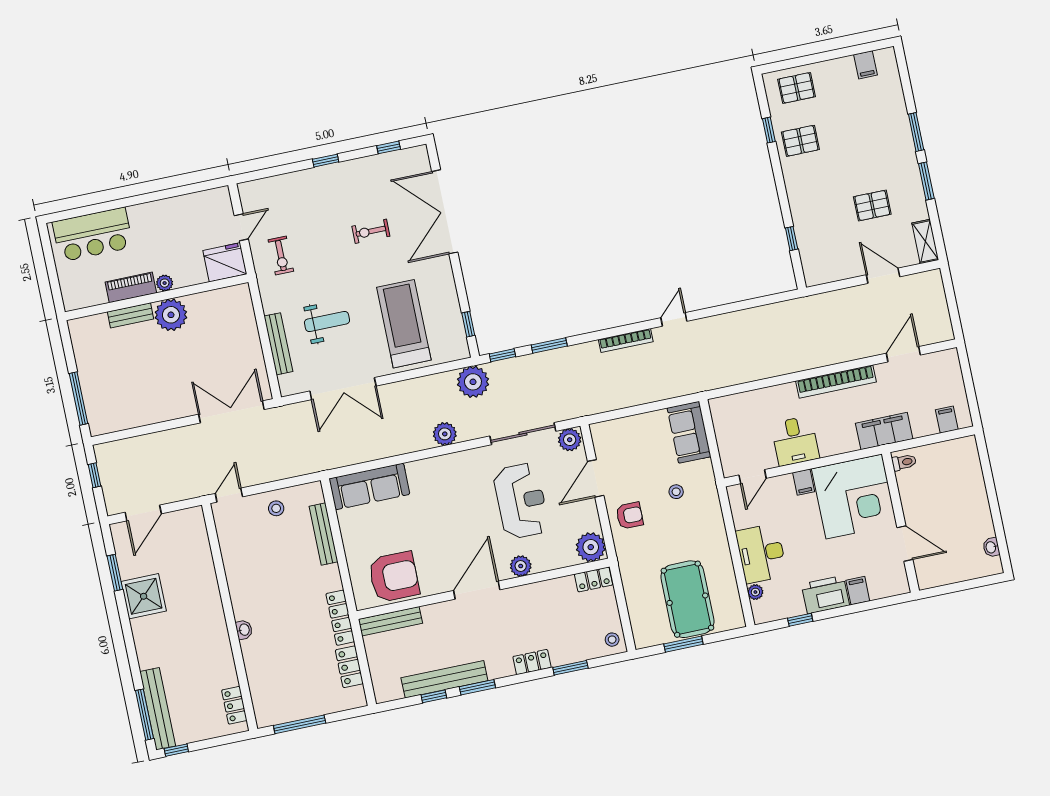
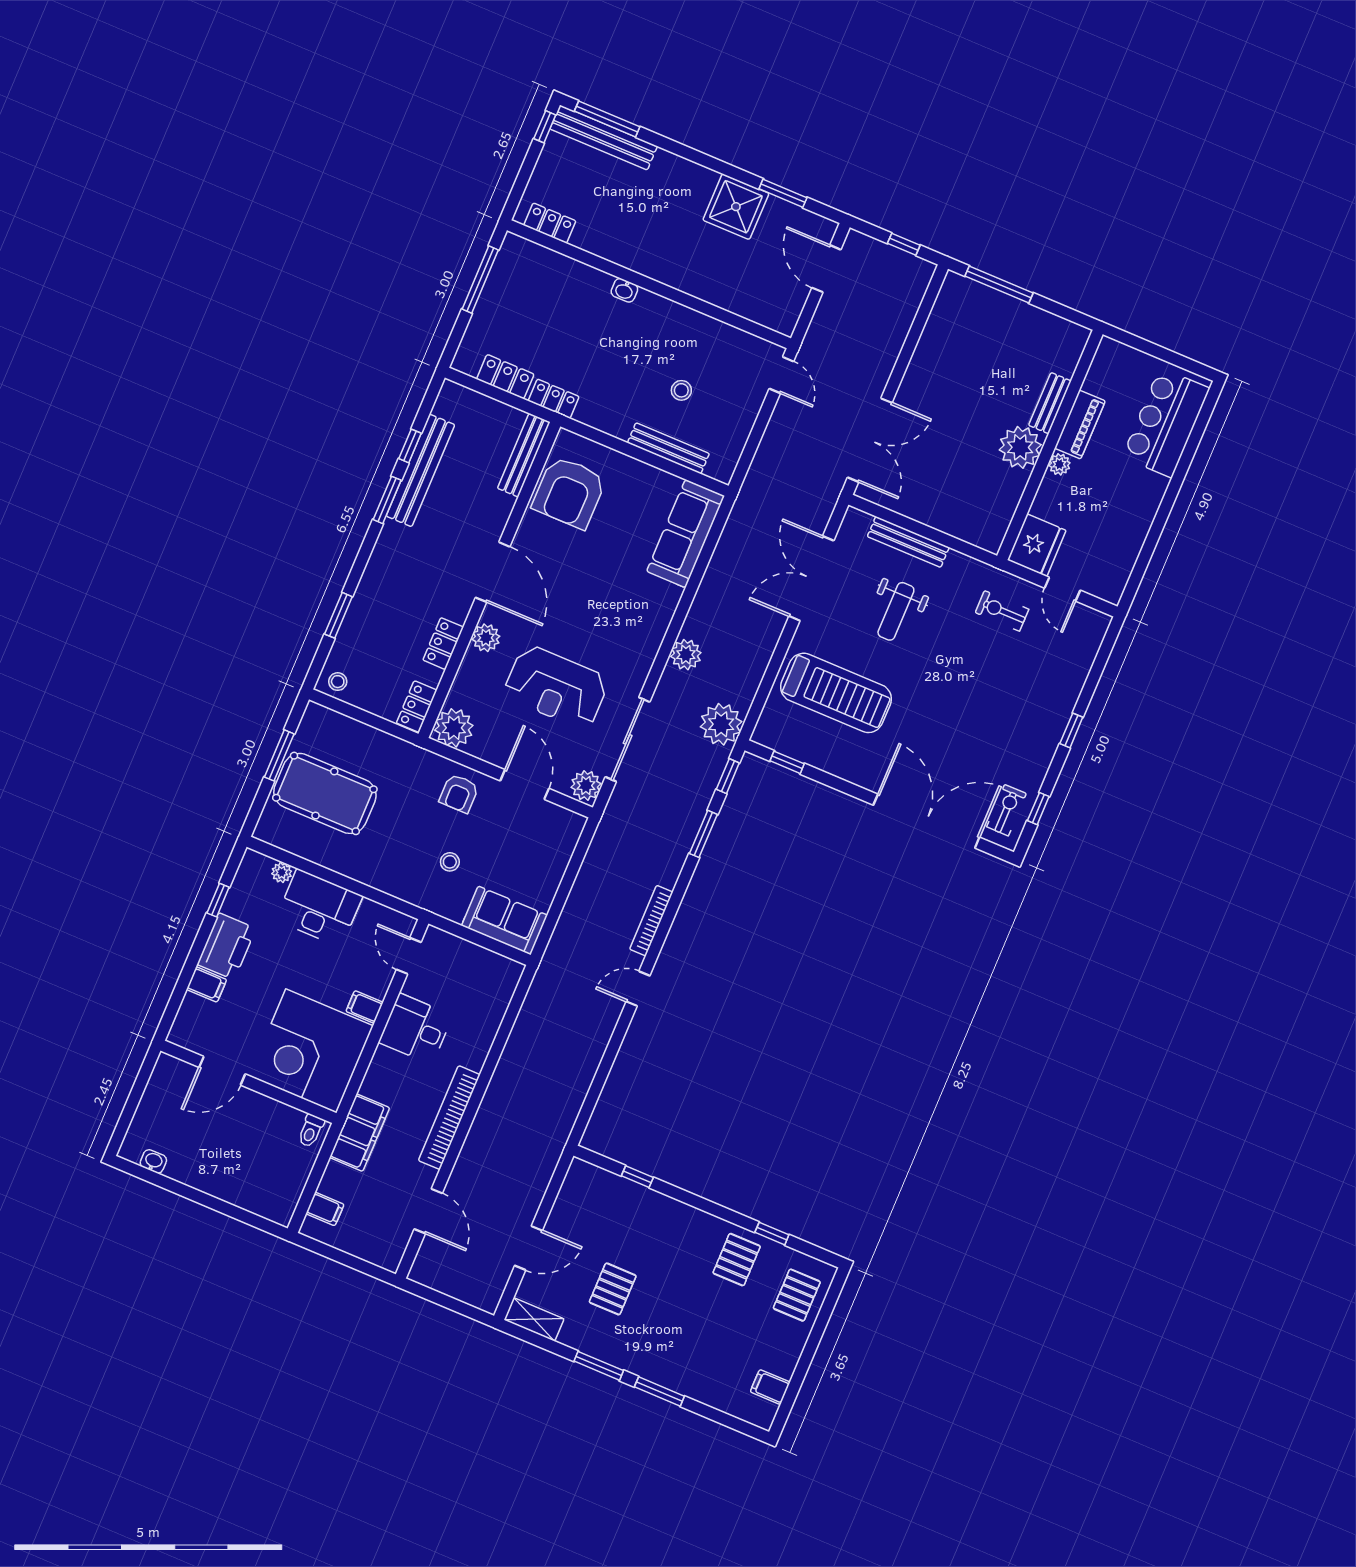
exercise bike: (371, 231) -> (1006, 810), moved
door: (674, 319) -> (638, 989), swing flipped
stool: (276, 508) -> (681, 390), moved
locker: (340, 618) -> (554, 399), width x0.66
locker: (532, 662) -> (443, 644), moved, turned 180

